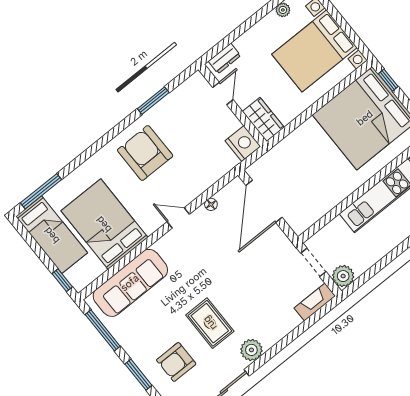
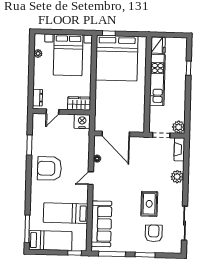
door: (223, 94) -> (52, 112), swing flipped
bed: (104, 224) -> (66, 213), width x0.67
rug: (210, 323) -> (149, 204), turned 90
plant: (251, 350) -> (177, 177), moved
armchair: (176, 362) -> (154, 233), turned 180

